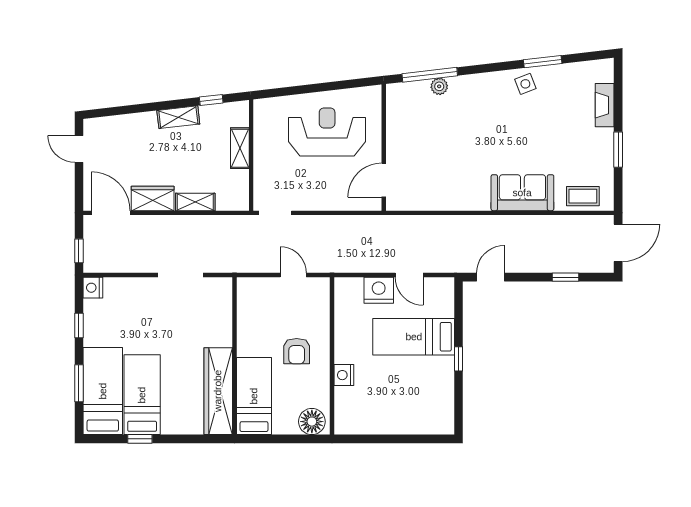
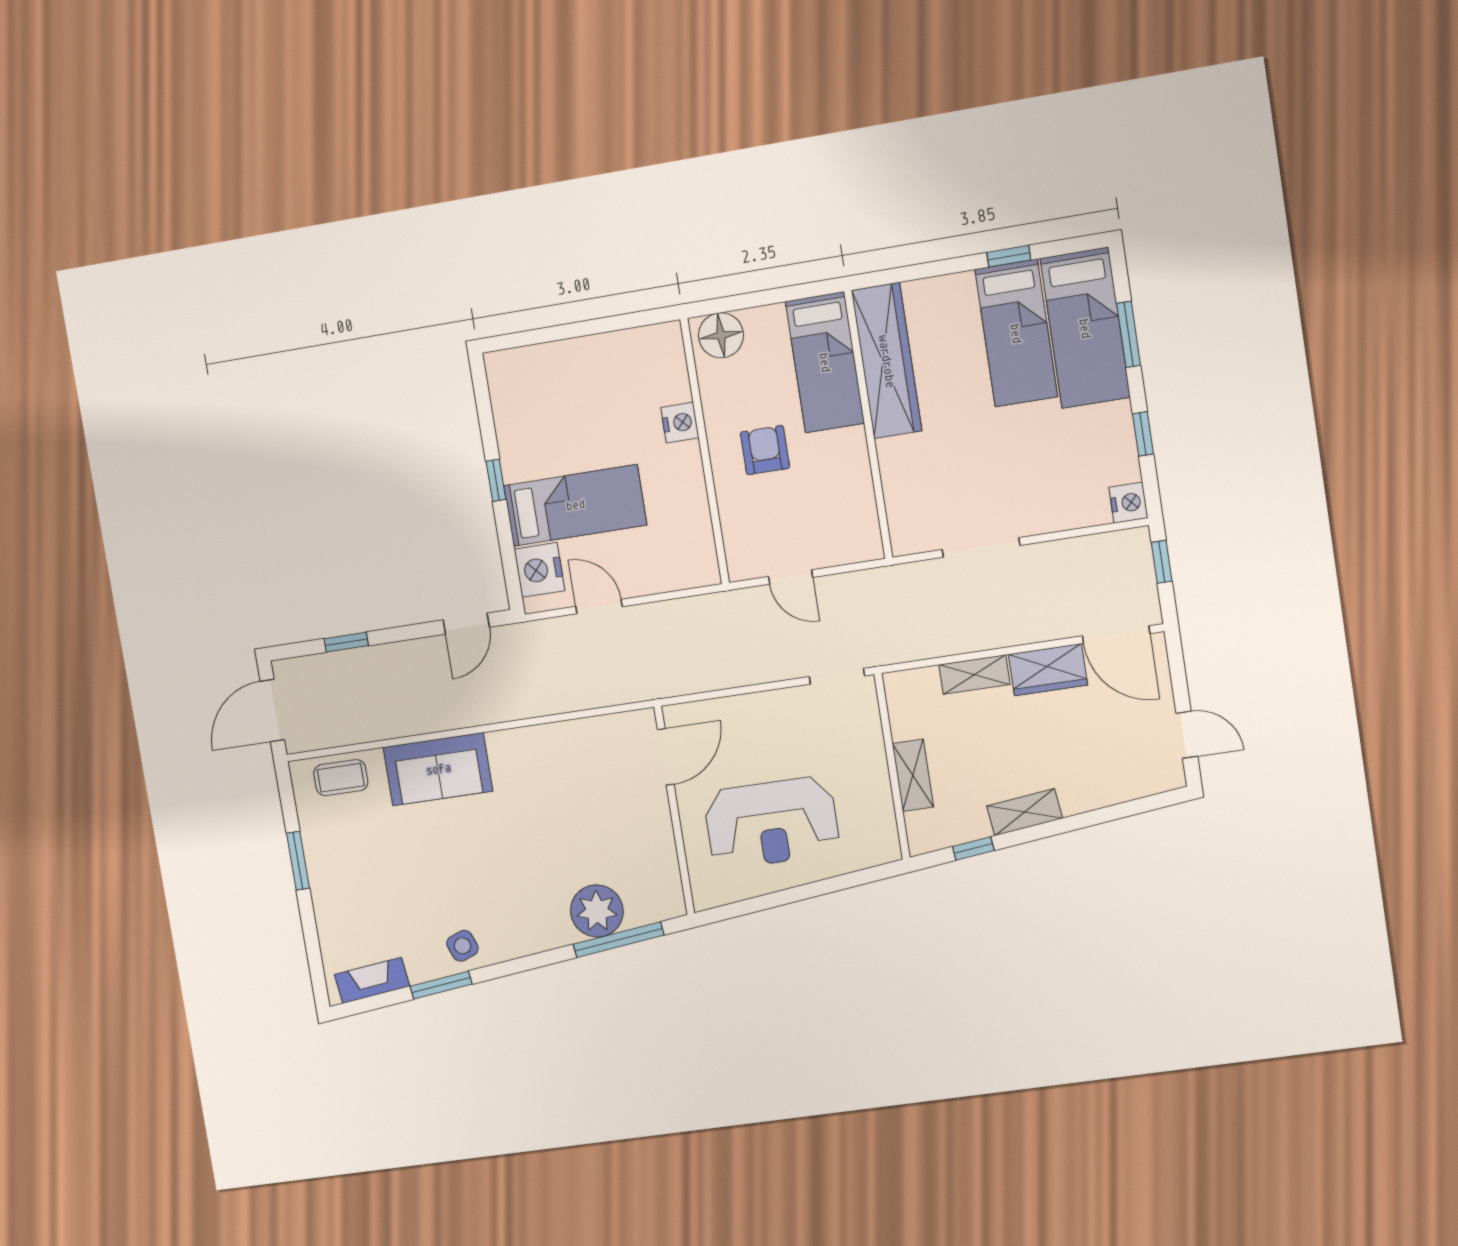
plant: (439, 86) -> (597, 911), width x1.87, depth x1.87
fireplace: (605, 105) -> (372, 980), moved, turned -97
nightstand: (379, 290) -> (539, 570), moved, turned 90

